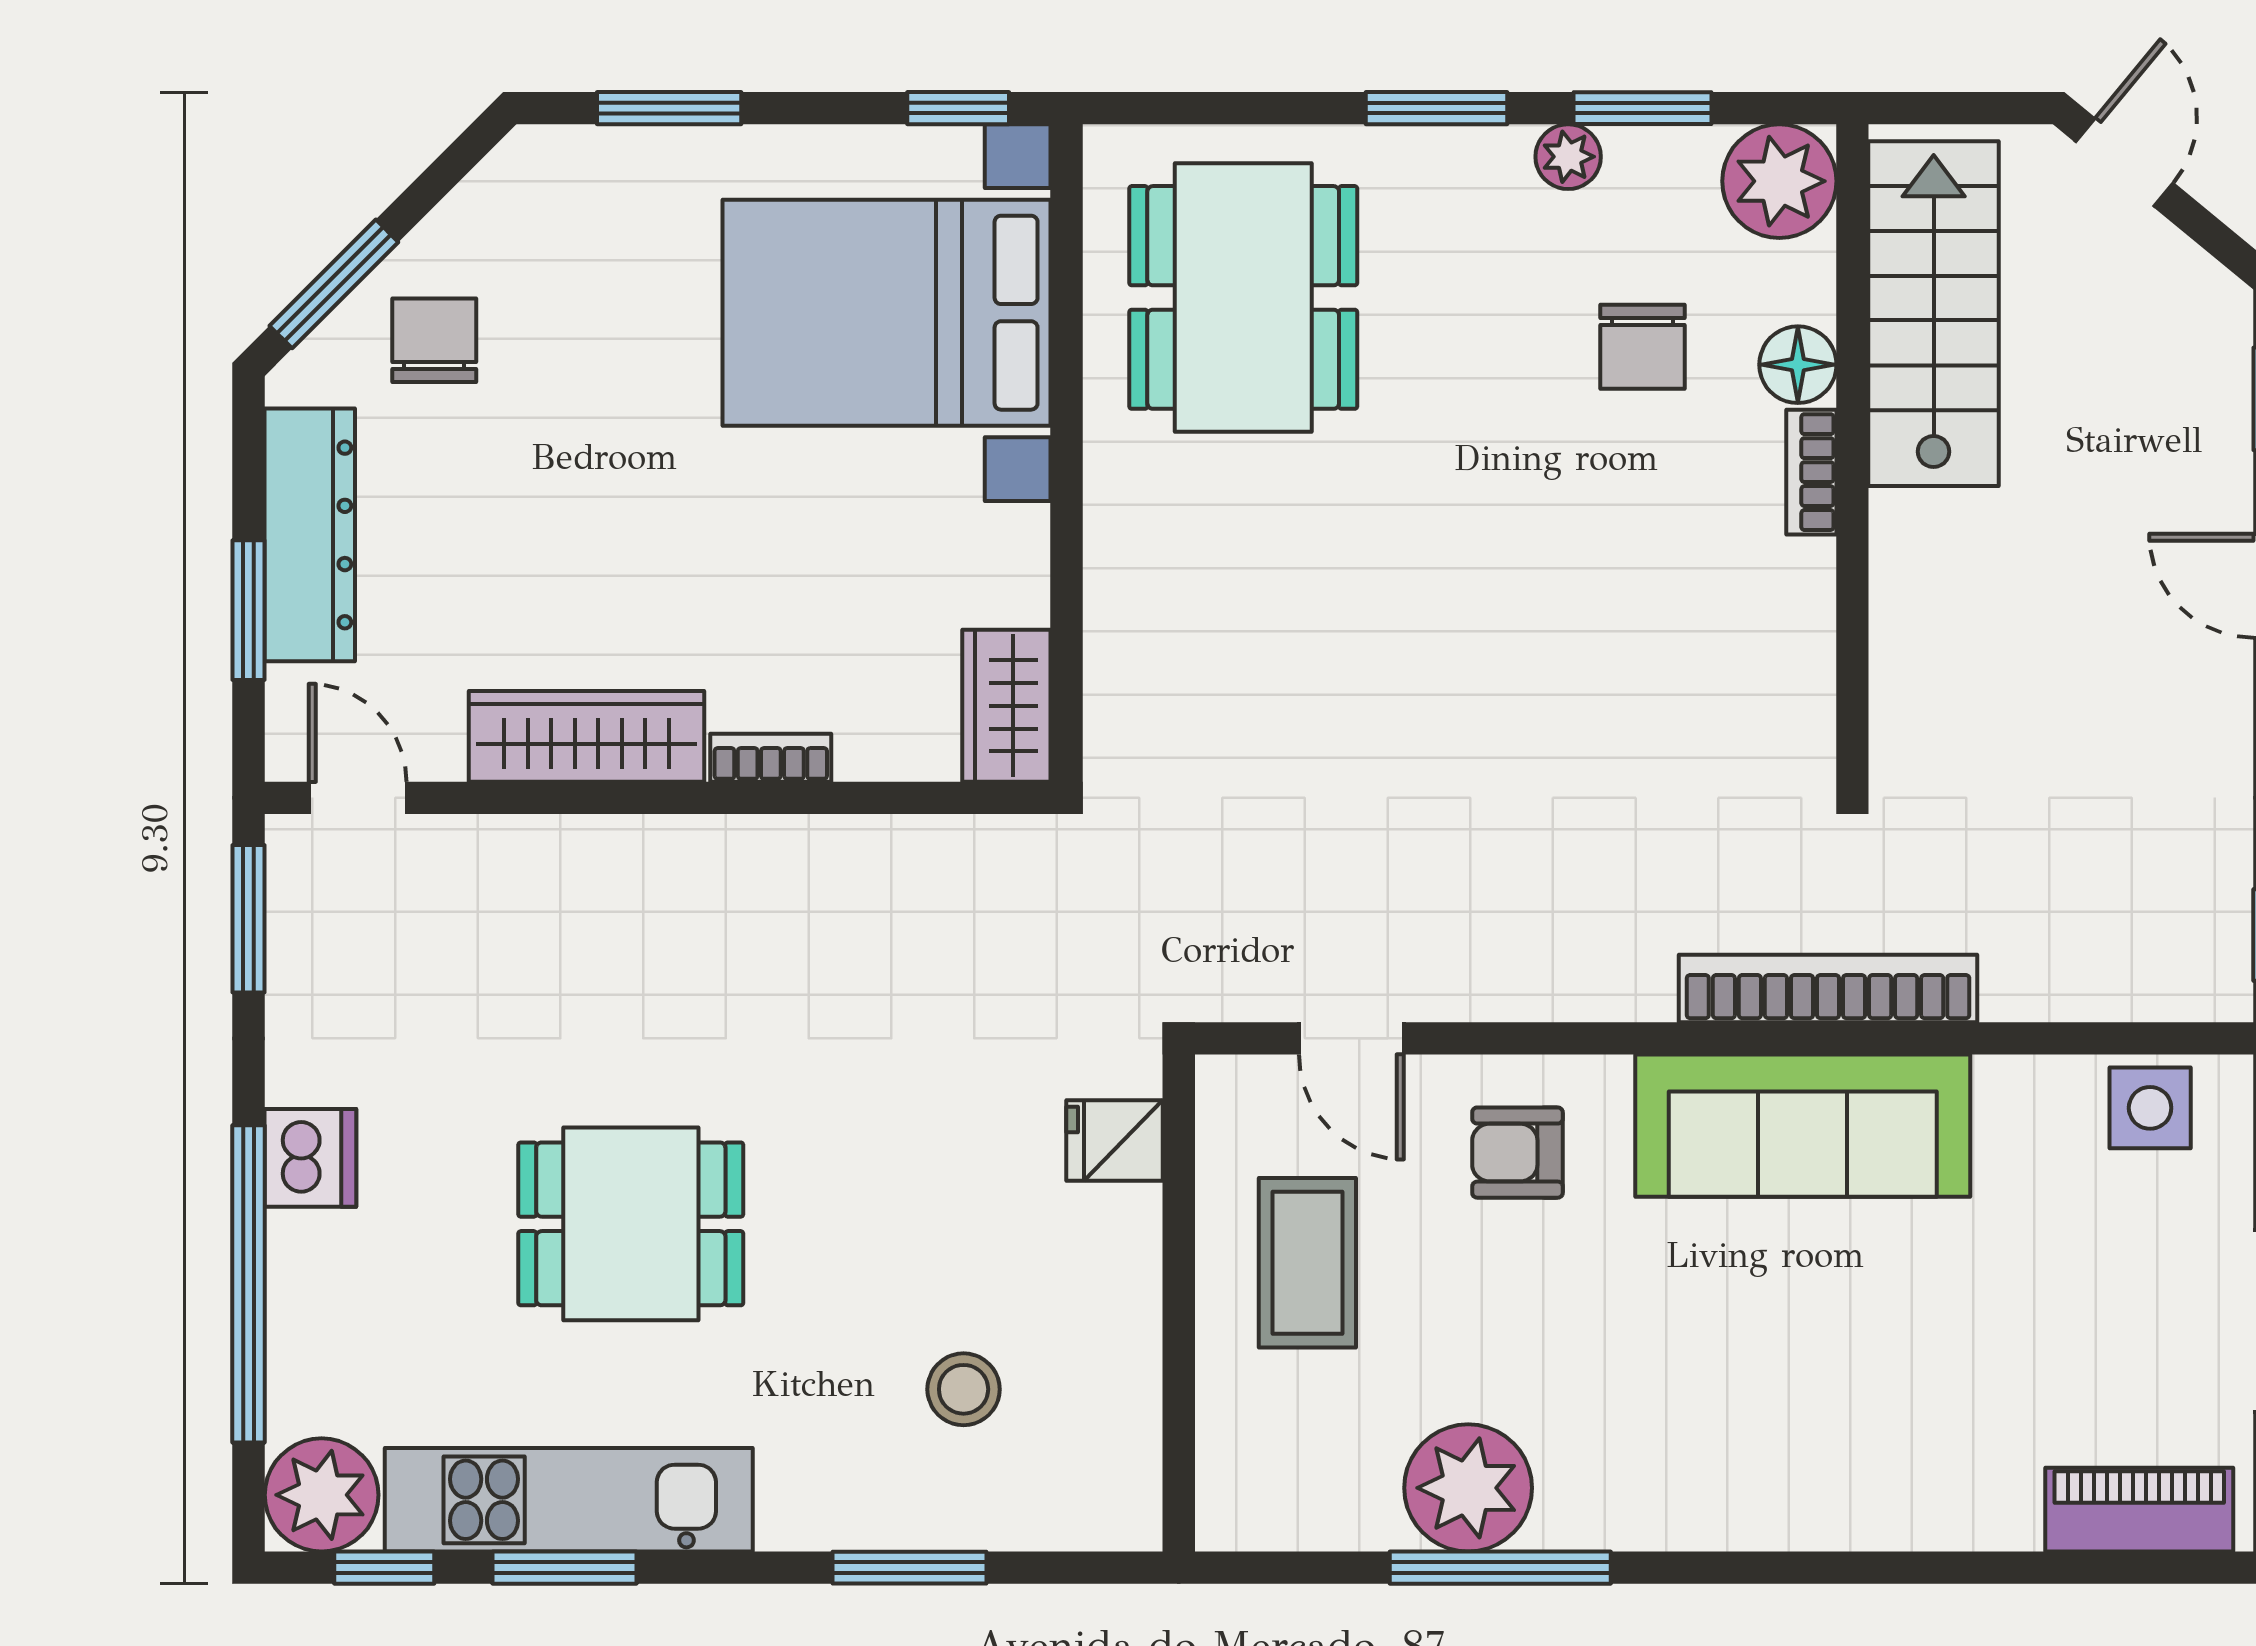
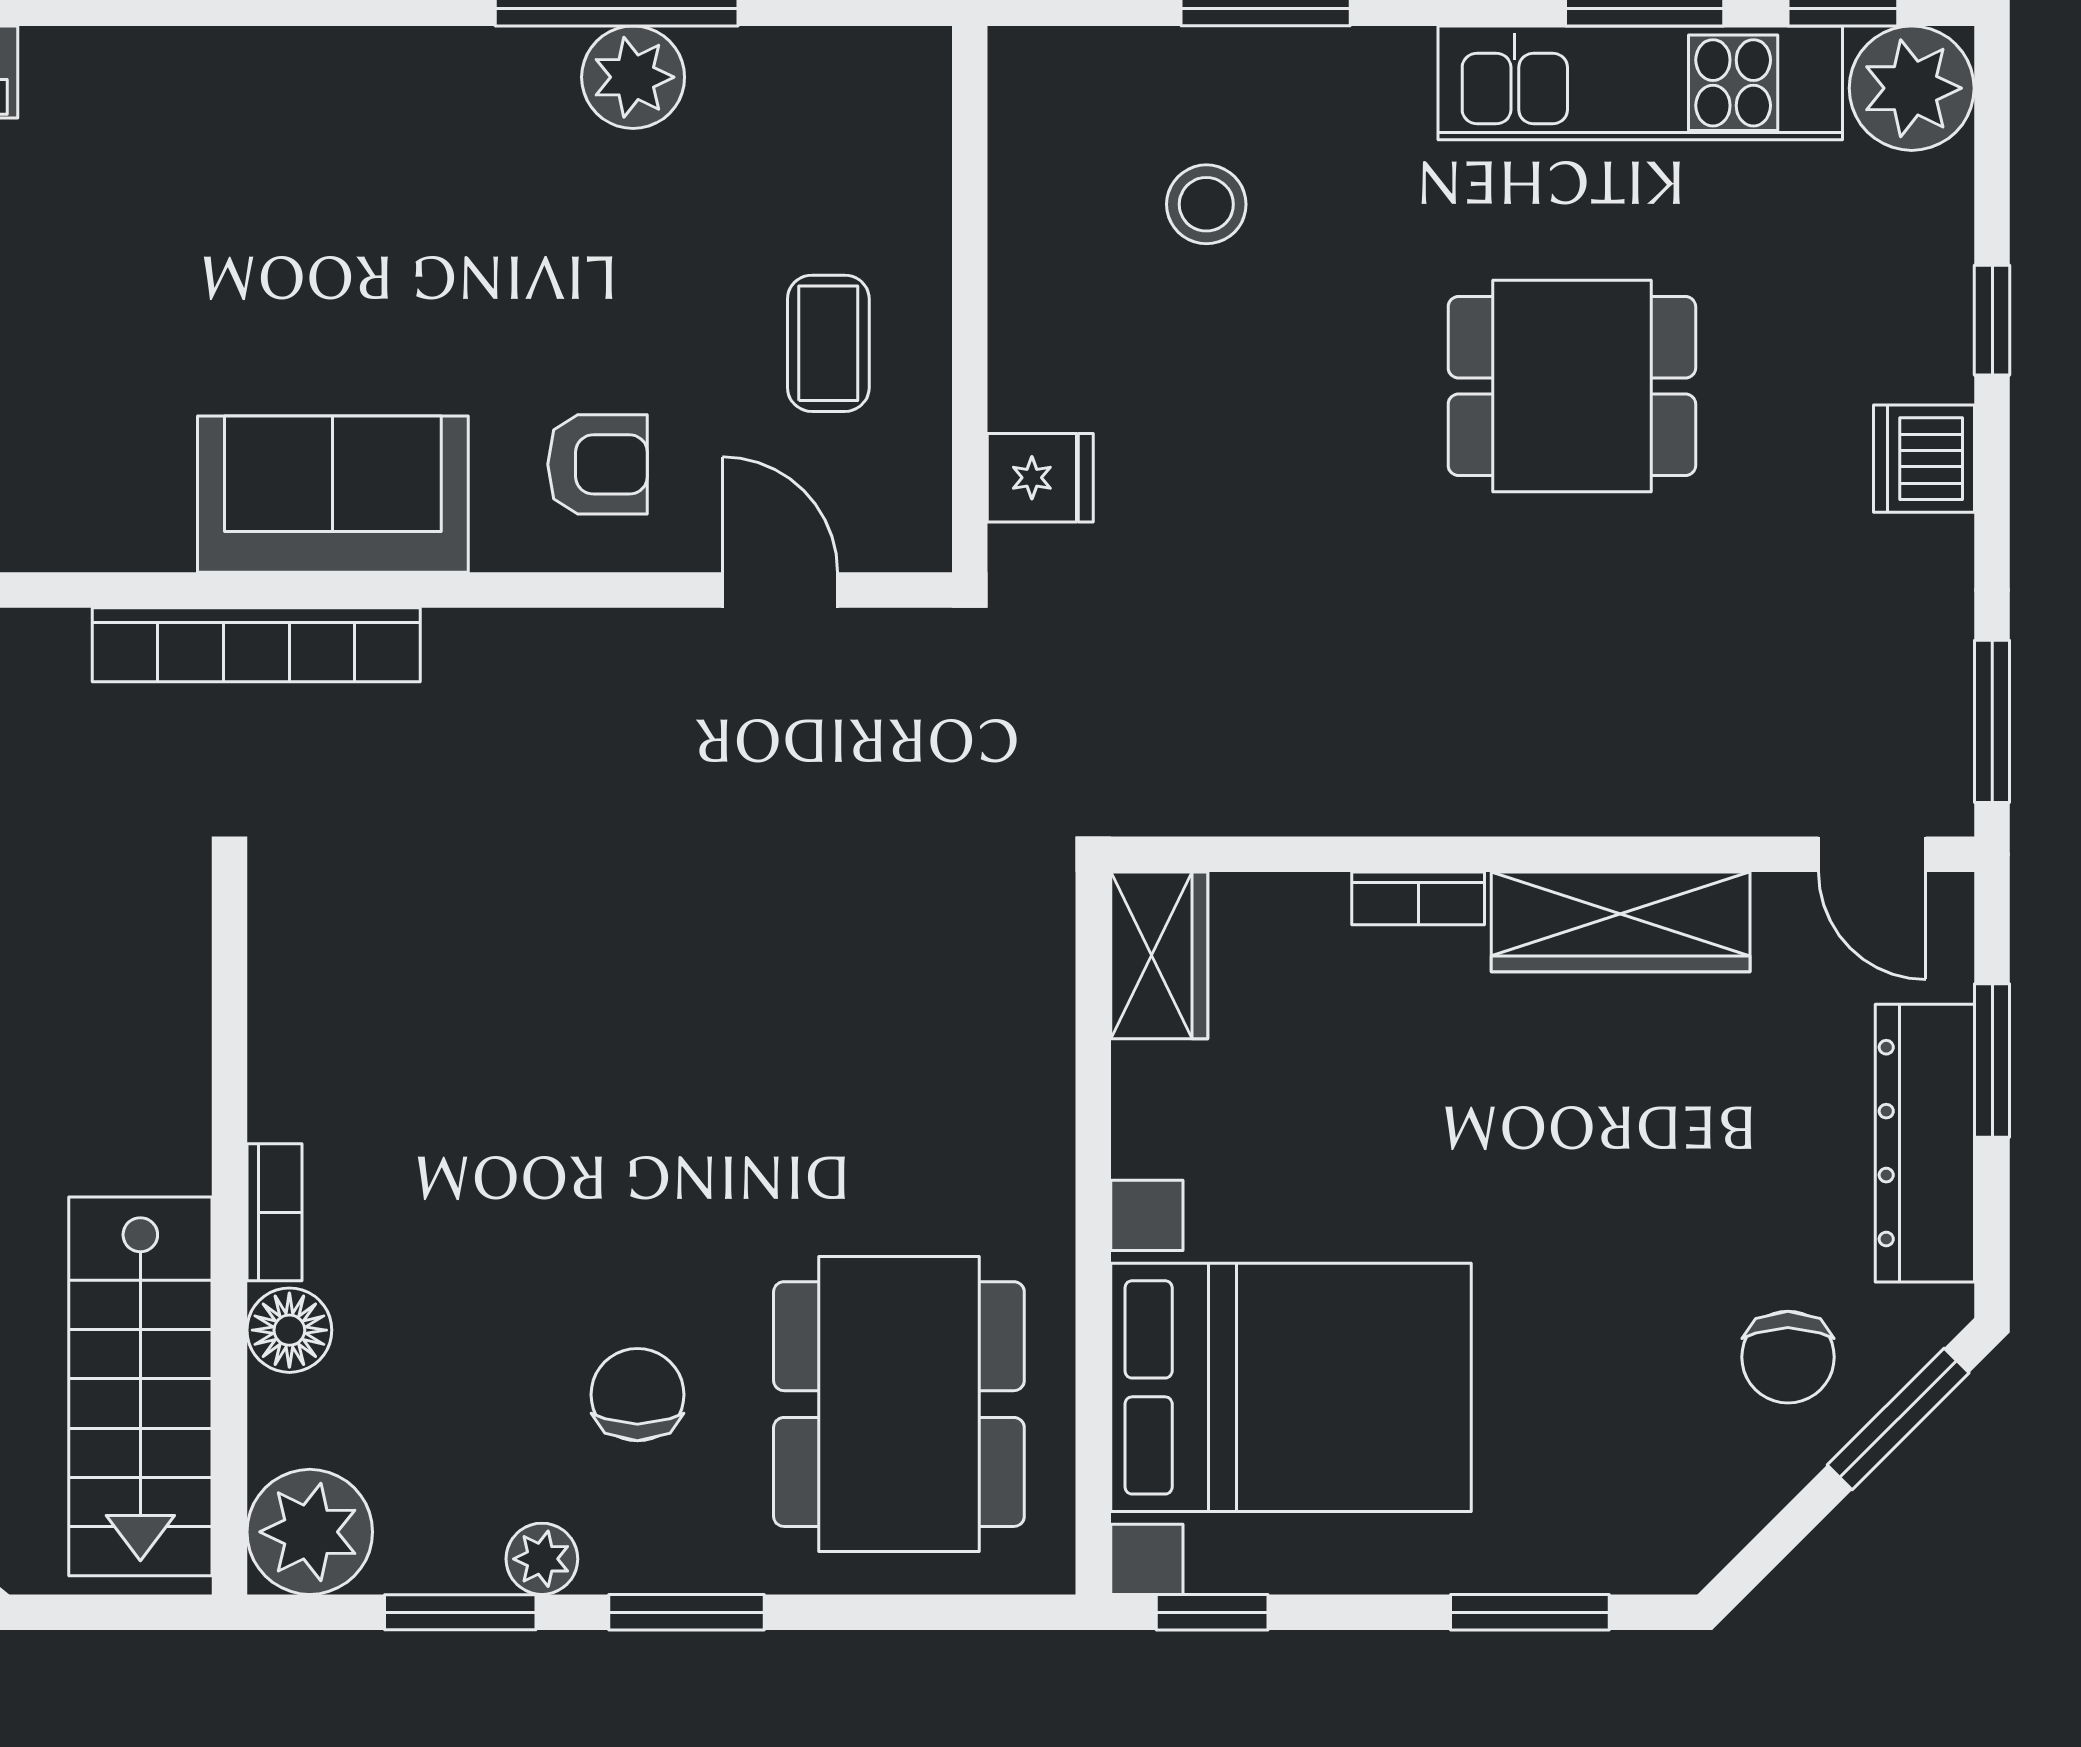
chair: (1642, 347) -> (637, 1395), moved
sofa: (1803, 1126) -> (333, 494), width x0.73
coffee table: (1307, 1263) -> (828, 343), width x0.73, depth x0.77
window: (248, 1284) -> (1992, 320), width x0.32
plant: (1468, 1488) -> (633, 77), width x0.73, depth x0.73

